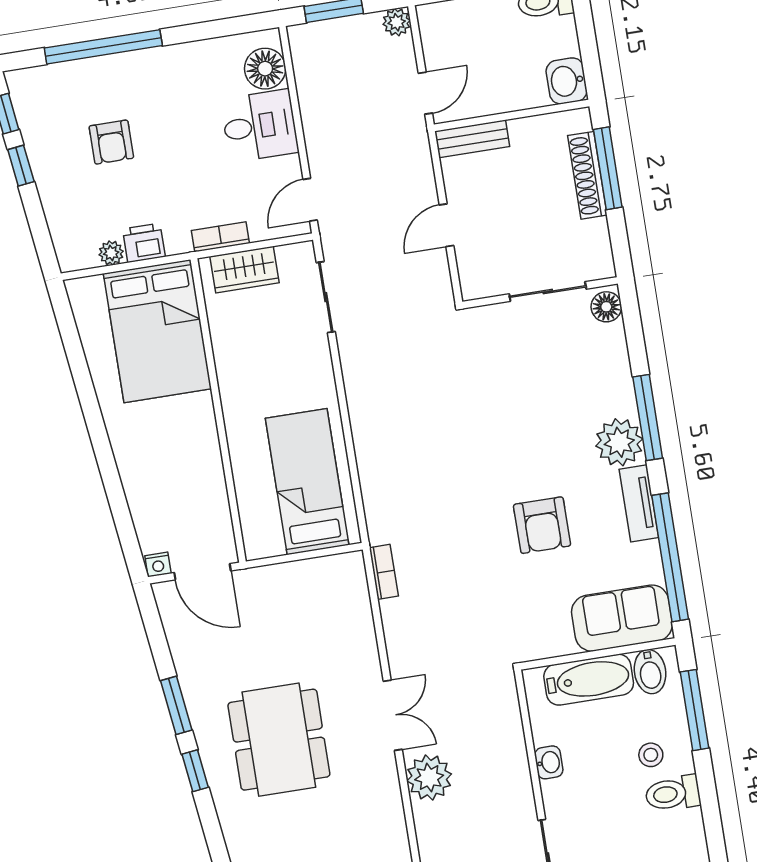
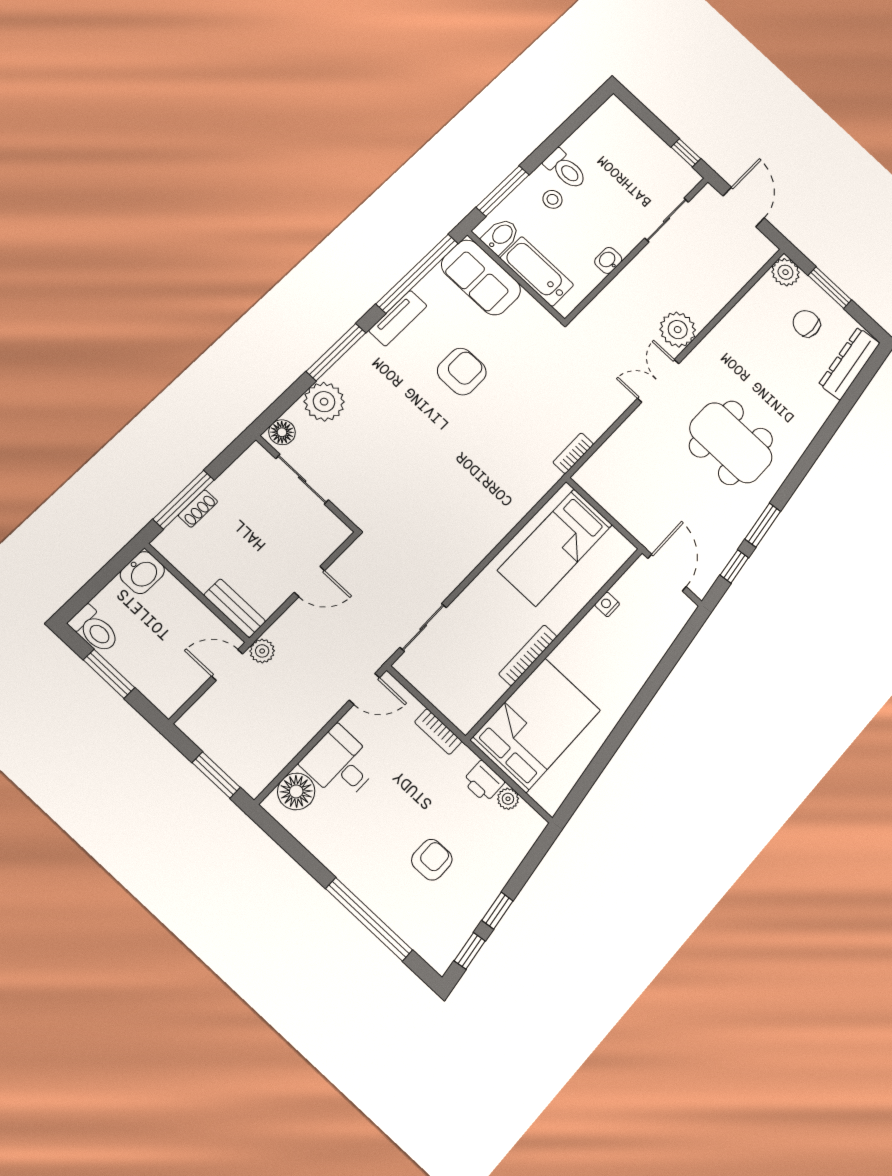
plant: (397, 22) -> (262, 651), moved
shoe rack: (587, 175) -> (198, 508), width x0.51, depth x0.81
wardrobe: (244, 270) -> (448, 698), removed
bookcase: (226, 375) -> (528, 655), added
plant: (619, 442) -> (324, 402), moved
nightstand: (158, 565) -> (607, 604), moved, turned -90
dining table: (279, 740) -> (731, 443), turned 90
window: (195, 771) -> (734, 566), moved

